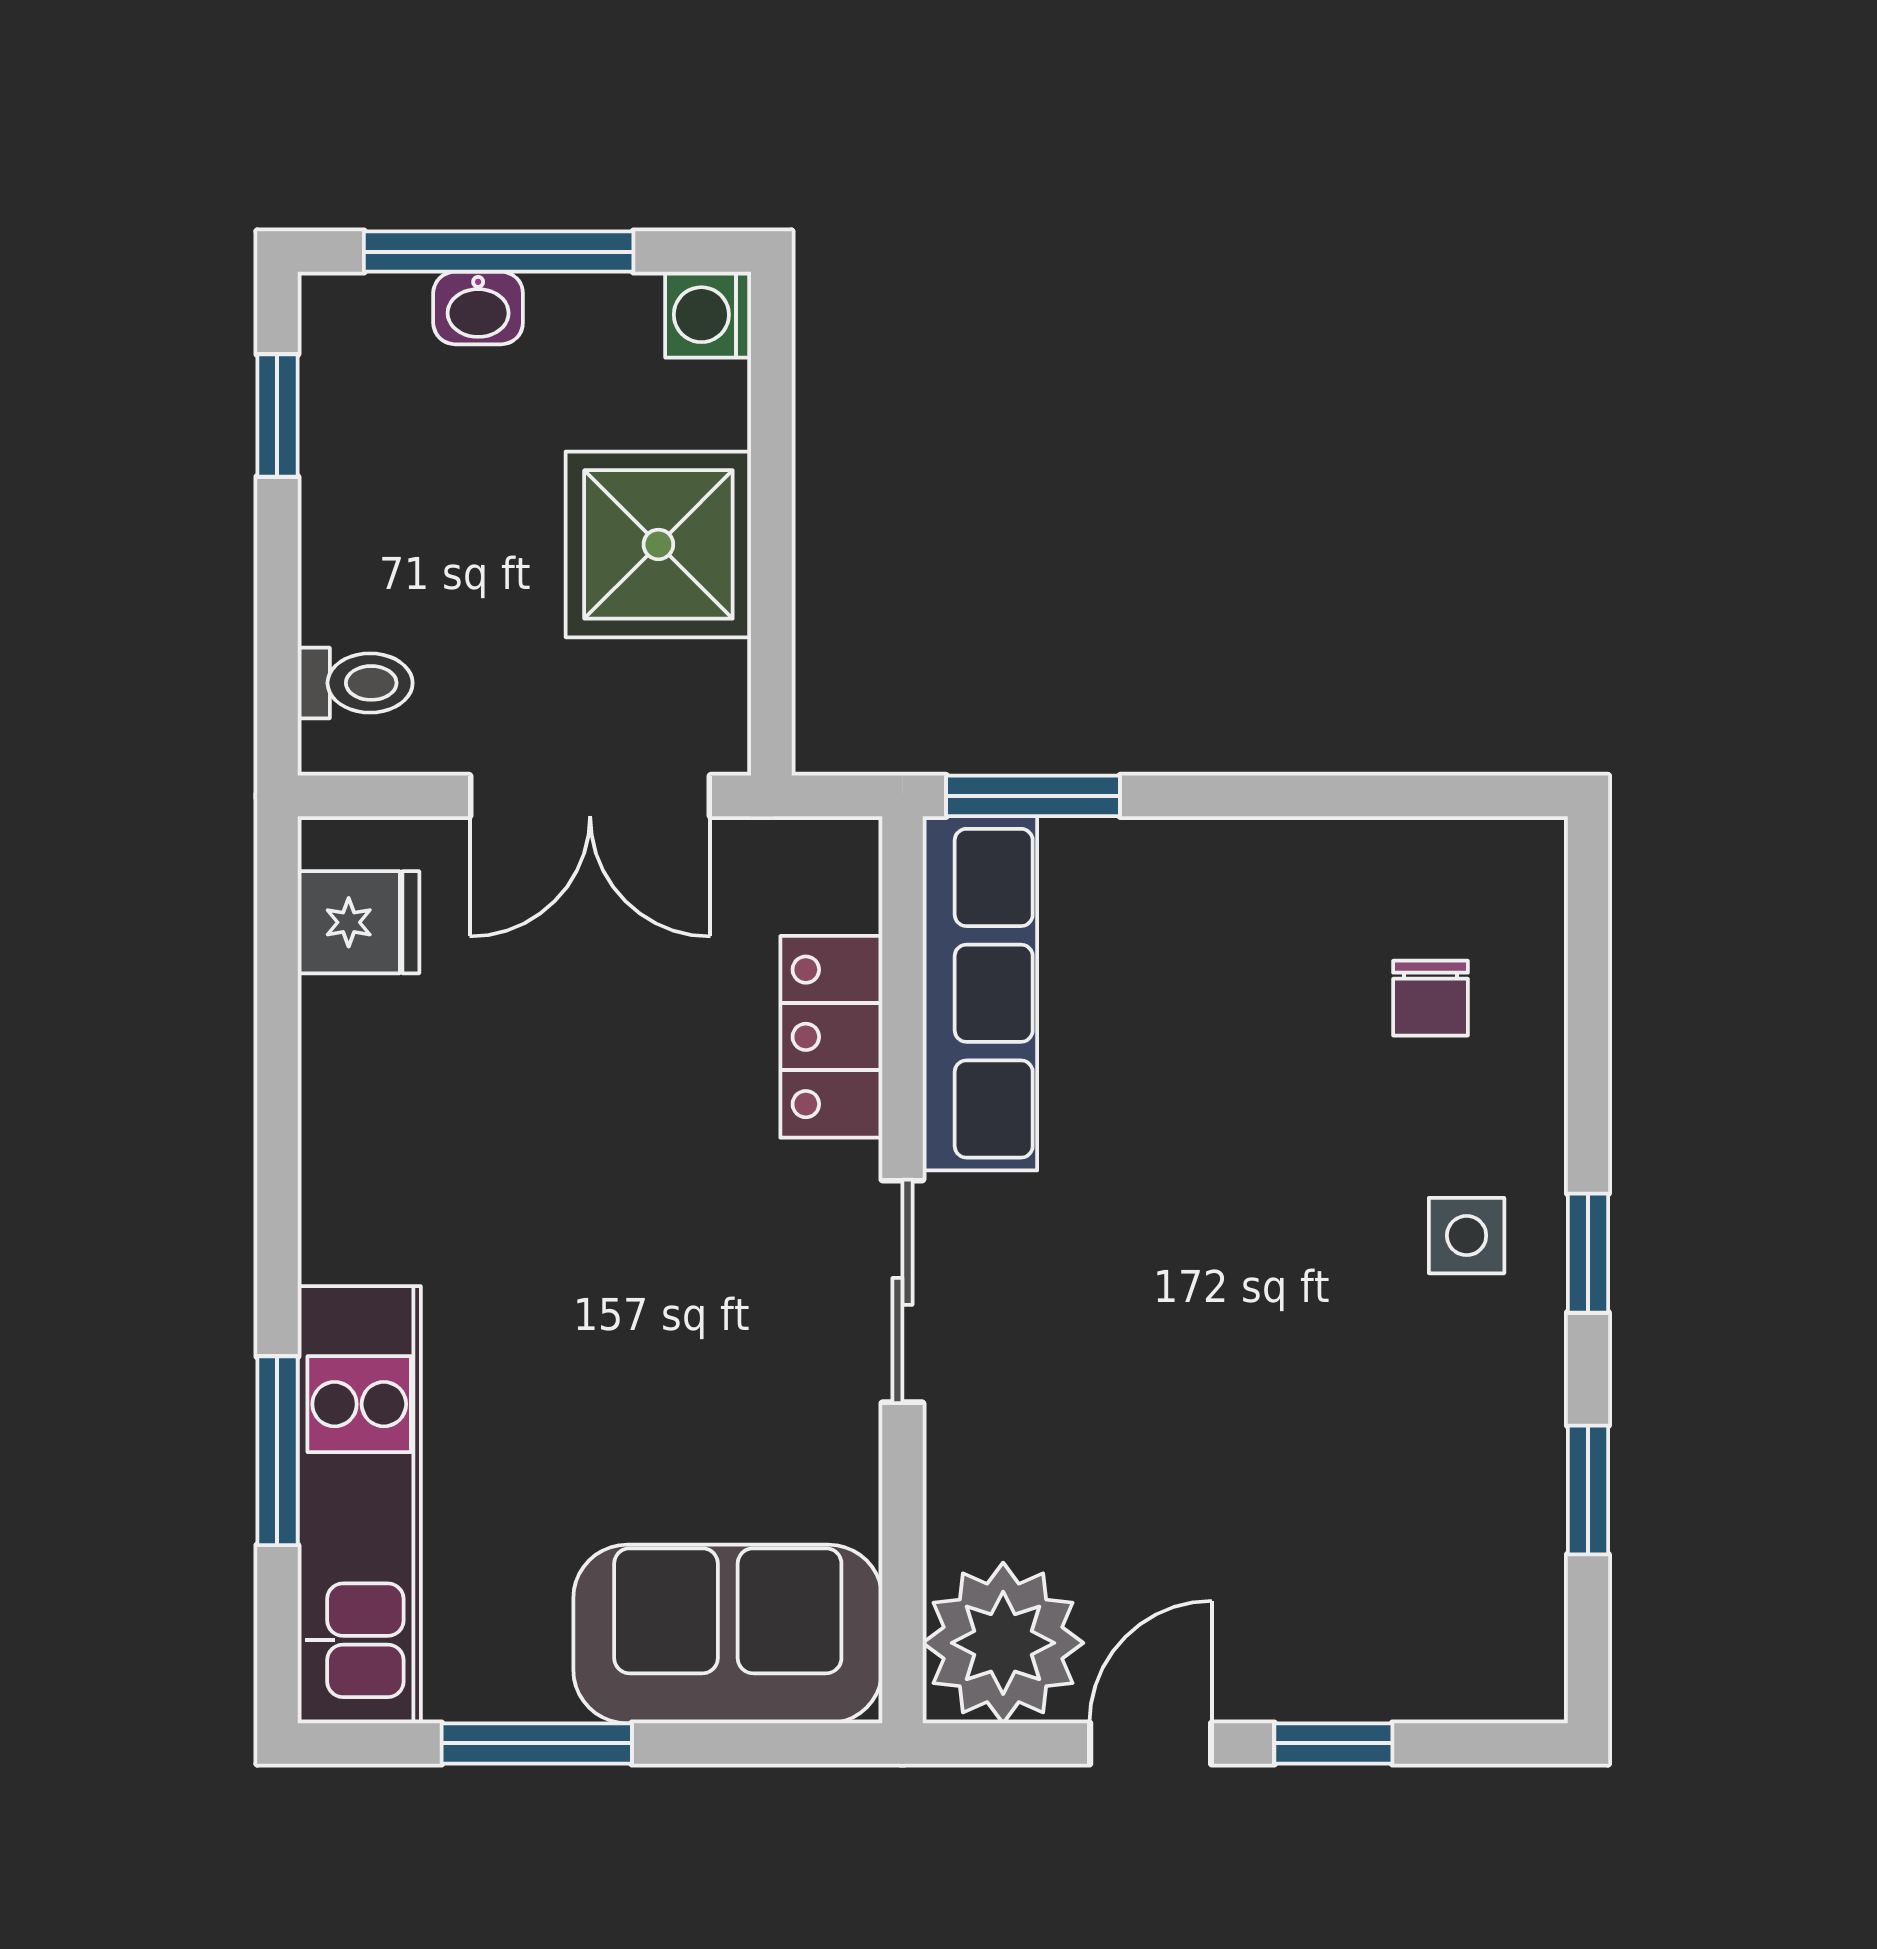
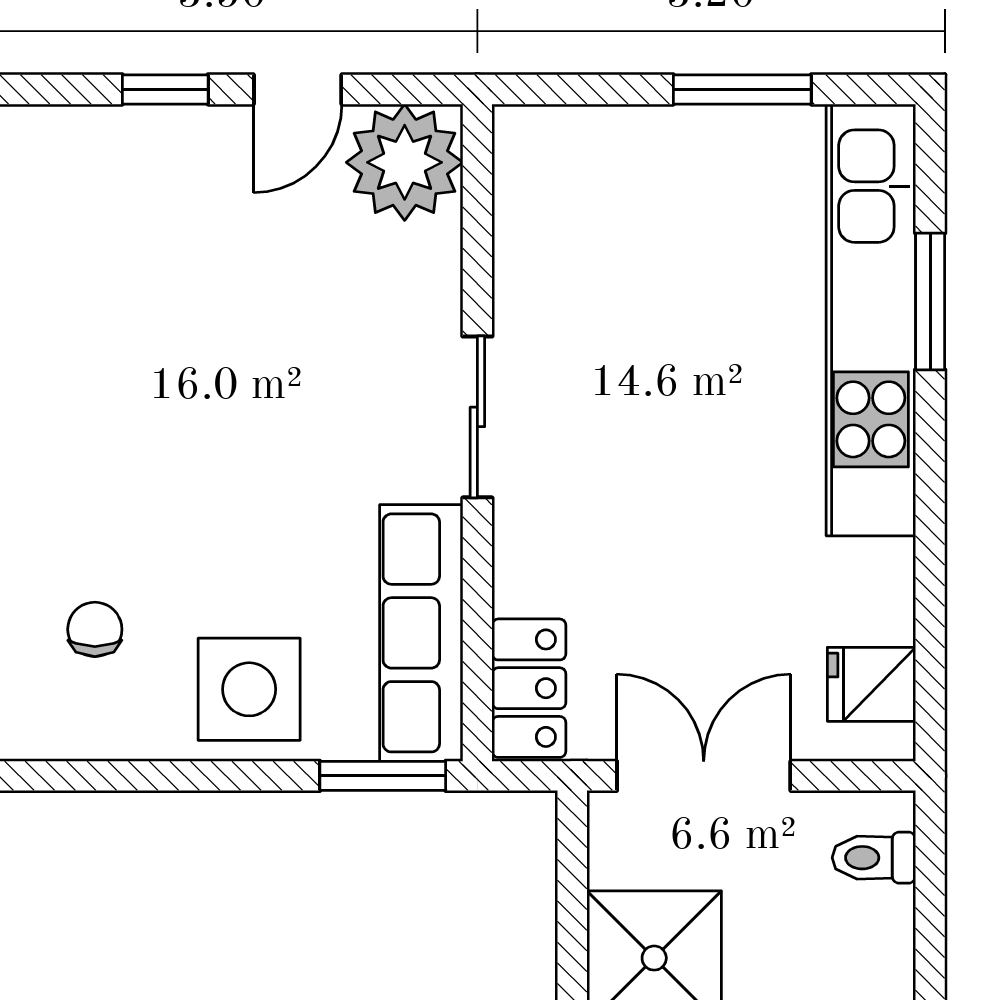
locker: (831, 1037) -> (529, 688), moved
side table: (1467, 1236) -> (249, 689), moved, width x1.87, depth x1.87
kitchen unit: (359, 1505) -> (871, 320), width x1.36
sofa: (728, 1634) -> (604, 169), removed

